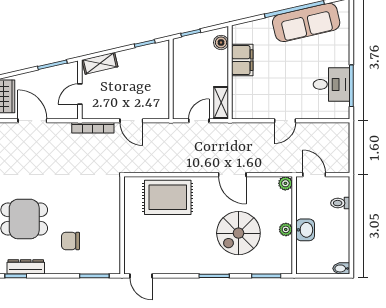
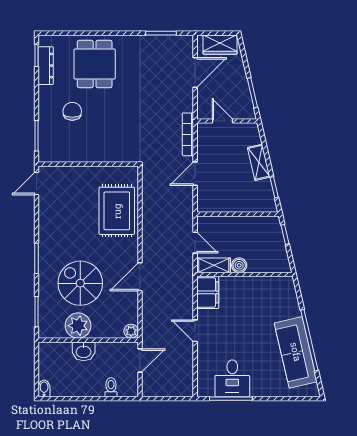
boiler: (221, 42) -> (239, 265), moved
filing cabinet: (242, 60) -> (208, 292), moved, turned -90
shelving: (100, 63) -> (259, 162), moved
plant: (286, 229) -> (78, 326), width x1.88, depth x1.88

